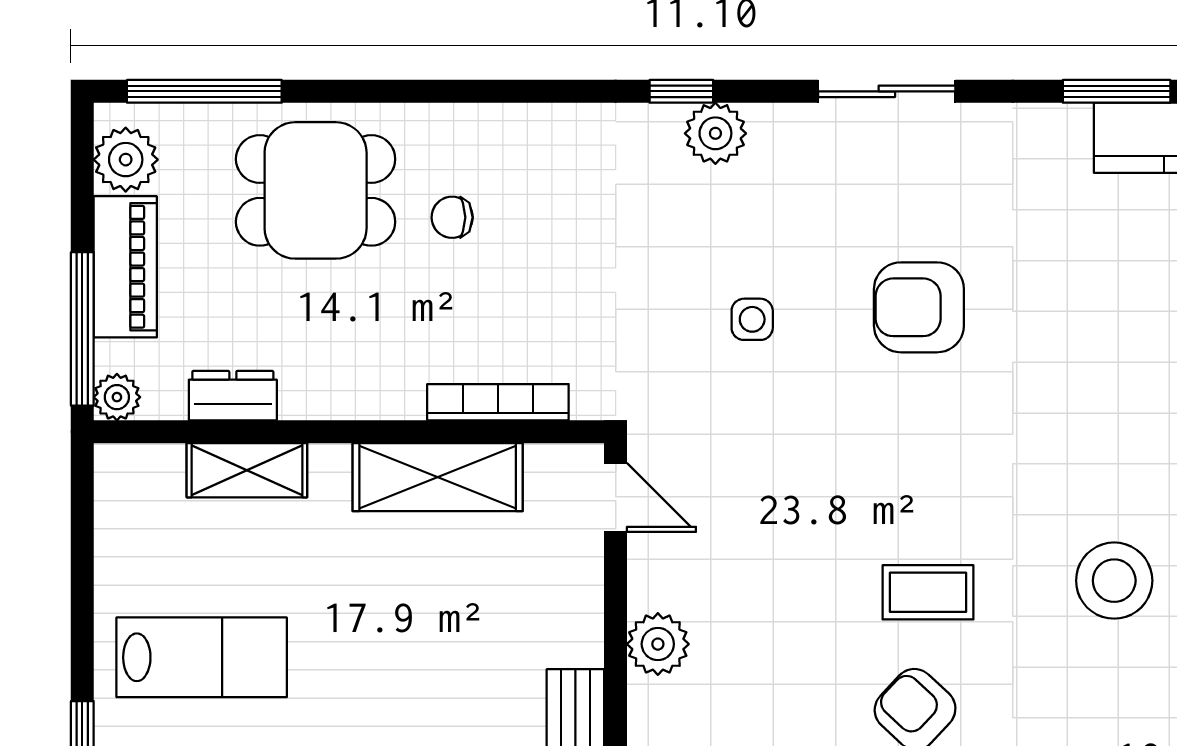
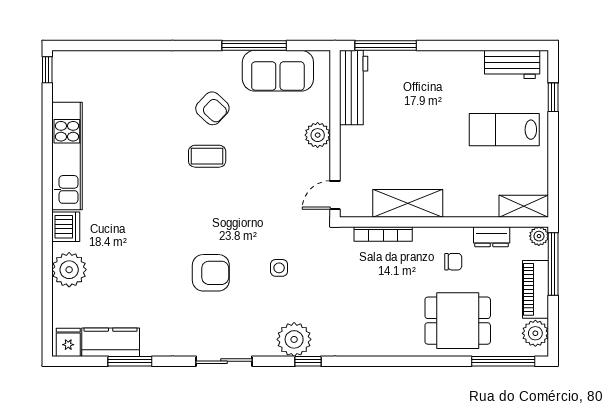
plant: (715, 133) -> (294, 339), width x1.36, depth x1.36
chair: (452, 217) -> (453, 262), moved
shelving: (247, 470) -> (524, 206), moved
door: (616, 497) -> (335, 195), hinge flipped
stool: (1114, 581) -> (131, 161), removed

